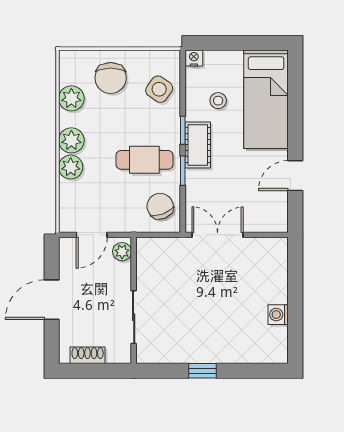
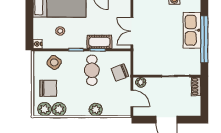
plant: (71, 140) -> (44, 109), moved
cot: (198, 145) -> (99, 42), moved
chair: (160, 206) -> (120, 72), moved
kitchen sink: (219, 348) -> (192, 30), added
shoe rack: (88, 355) -> (196, 87), moved
window: (202, 371) -> (204, 39), width x3.17

